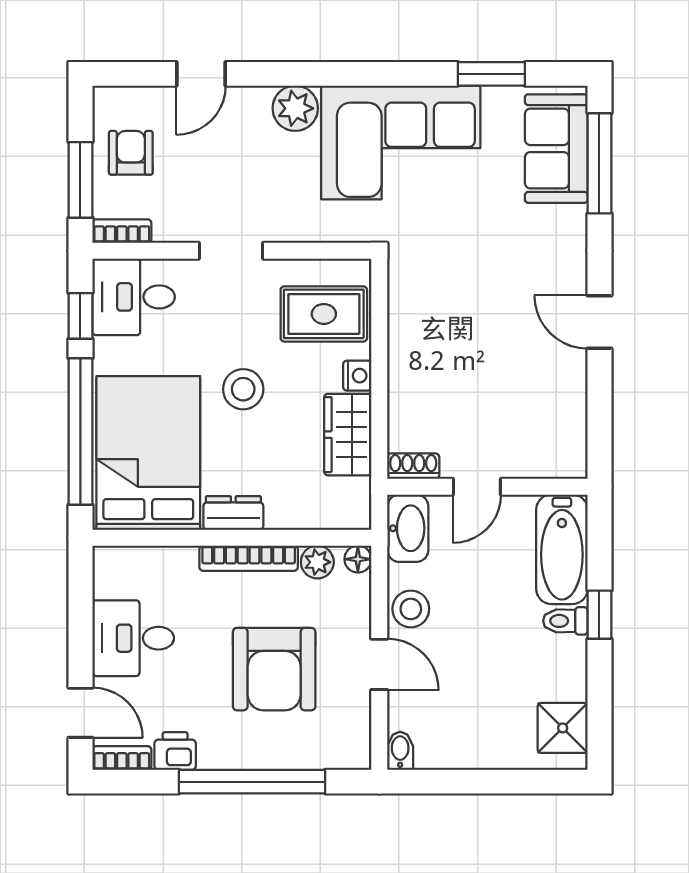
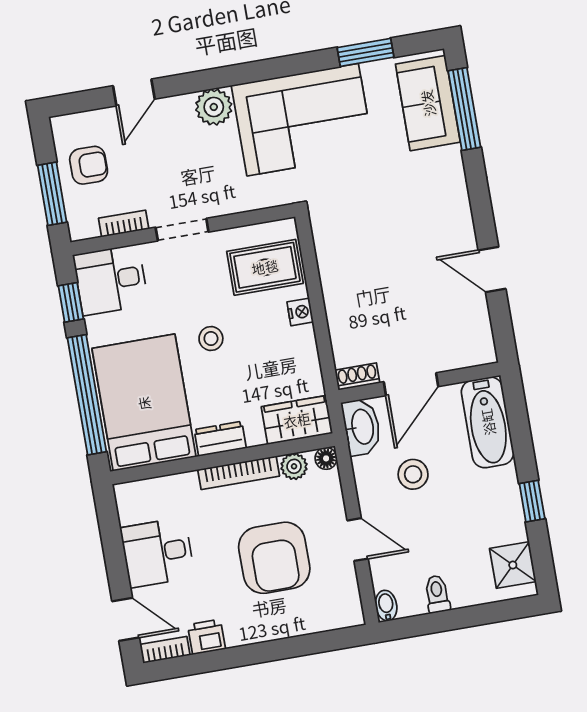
armchair: (131, 153) -> (89, 165), turned 90
bookcase: (122, 231) -> (124, 224), moved
door: (599, 322) -> (492, 269), moved
stool: (243, 389) -> (211, 339), width x0.73, depth x0.73
wardrobe: (348, 435) -> (297, 420), moved, turned 90
door: (477, 487) -> (411, 384), width x1.38
stool: (411, 609) -> (413, 474), moved
window: (599, 615) -> (532, 501), moved
toilet: (565, 621) -> (437, 594), moved, turned 90
window: (252, 782) -> (272, 651), removed

